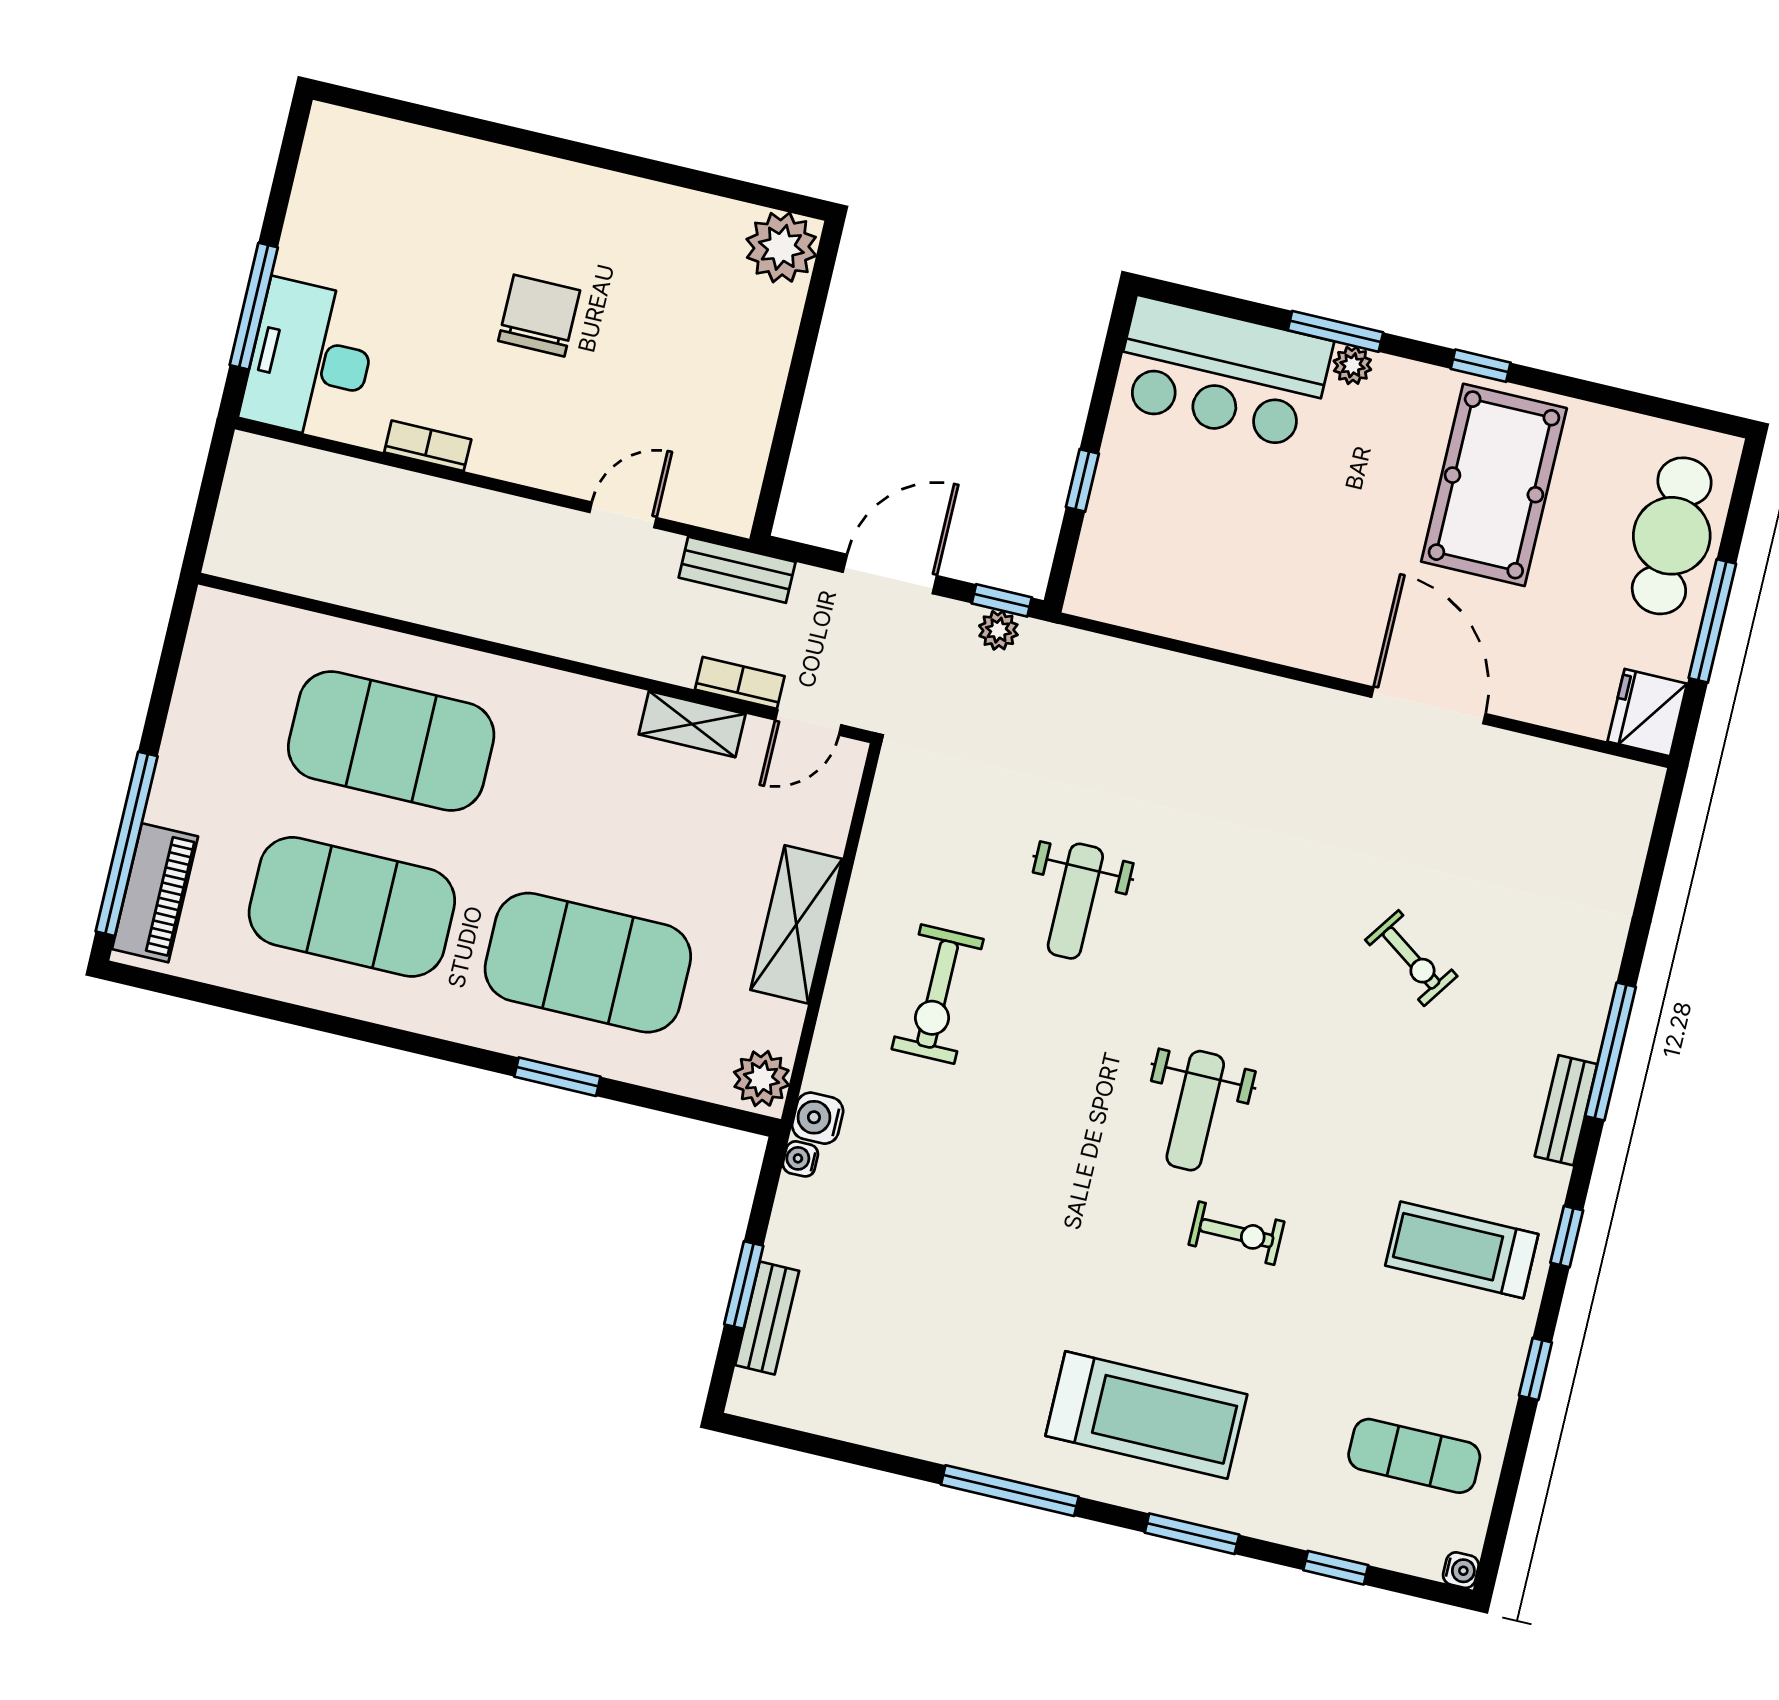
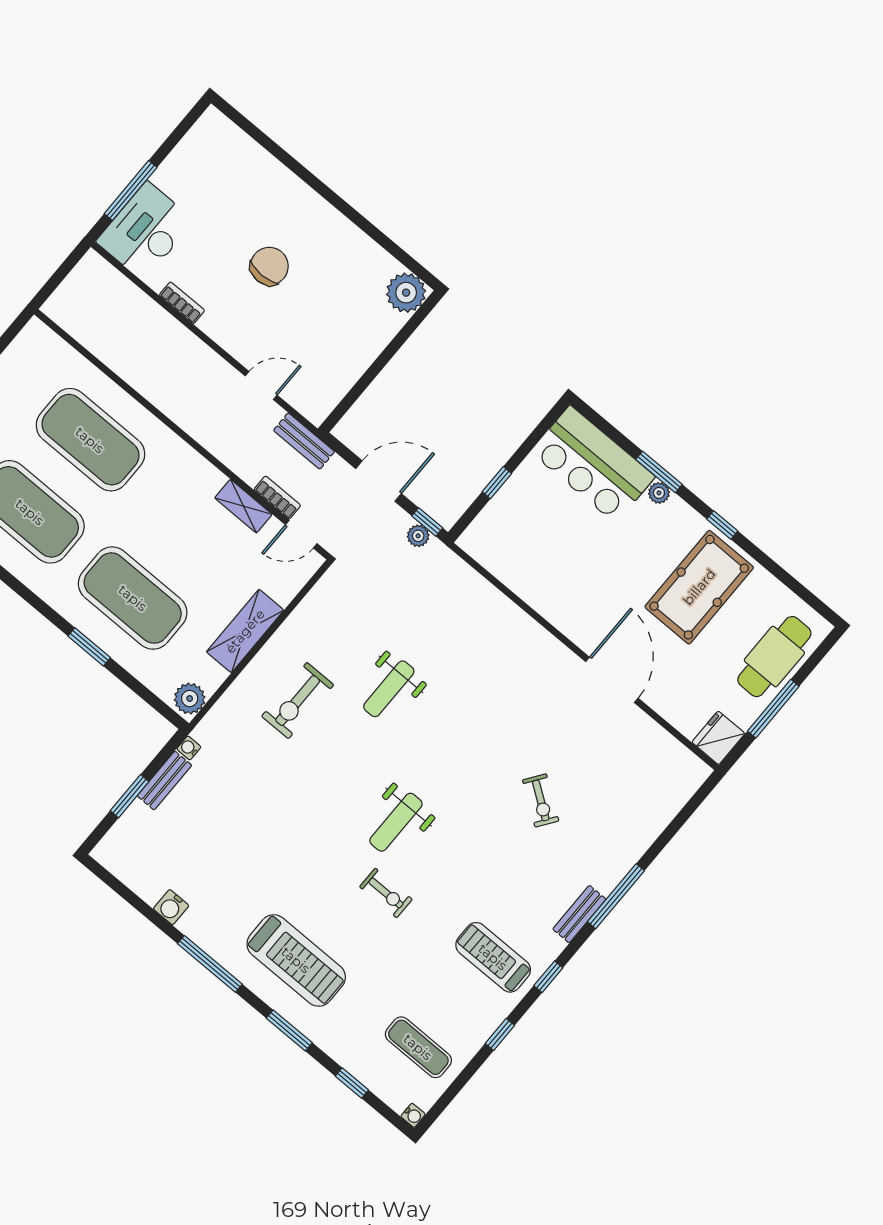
water cooler: (818, 1118) -> (171, 907), moved, turned -90
bench: (767, 1318) -> (164, 781), moved

